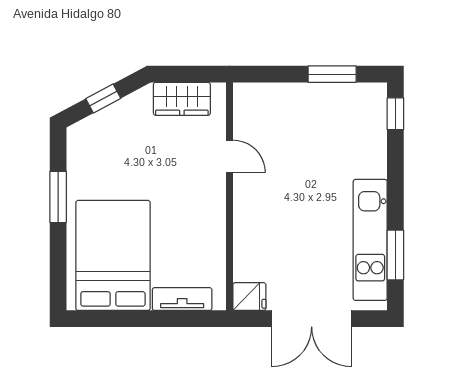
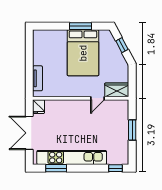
window: (332, 74) -> (132, 130), moved
wardrobe: (182, 99) -> (117, 90), moved, turned 90
kitchen unit: (370, 240) -> (72, 157), width x1.36
bed: (113, 255) -> (83, 53), moved, turned 90

